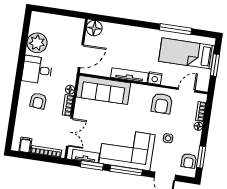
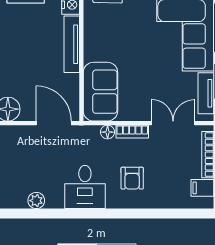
plant: (37, 43) -> (36, 201), width x0.53, depth x0.53
sofa: (103, 90) -> (100, 92), width x0.73
armchair: (38, 101) -> (132, 178), turned 85

